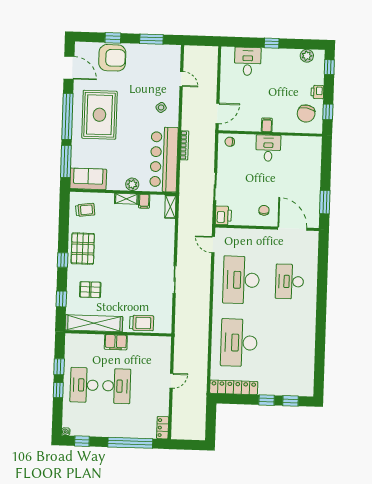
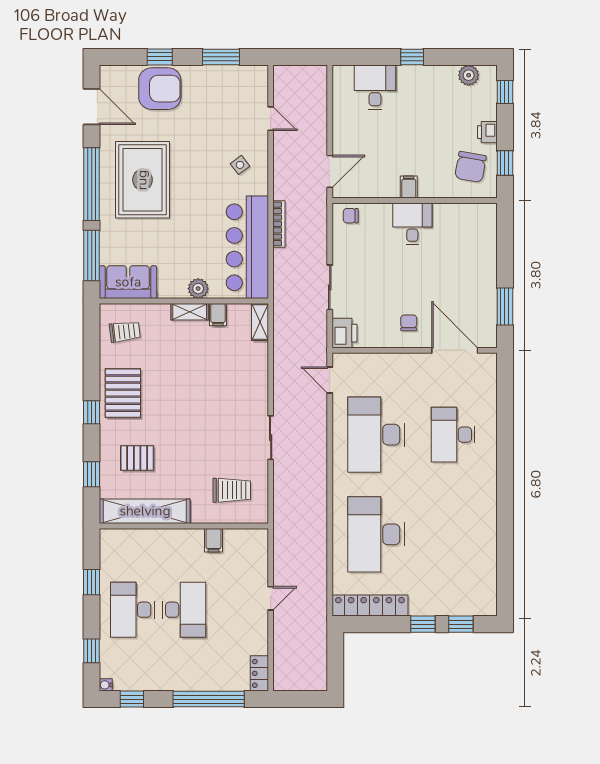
trolley: (142, 323) -> (232, 490), moved
filing cabinet: (116, 342) -> (214, 540), moved, width x0.50
window: (58, 390) -> (92, 651), moved

